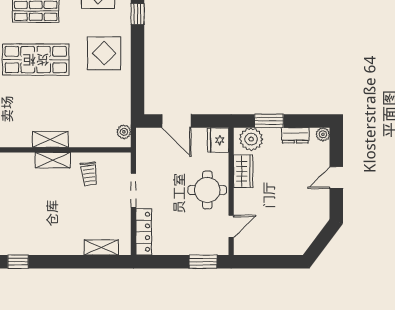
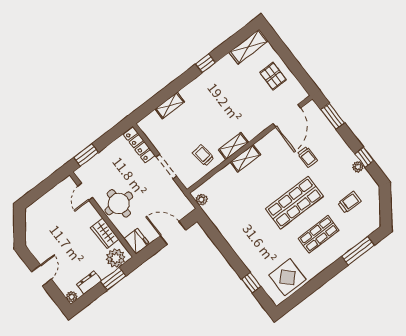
display table: (104, 53) -> (253, 241), removed
shelving: (101, 247) -> (170, 105), moved

